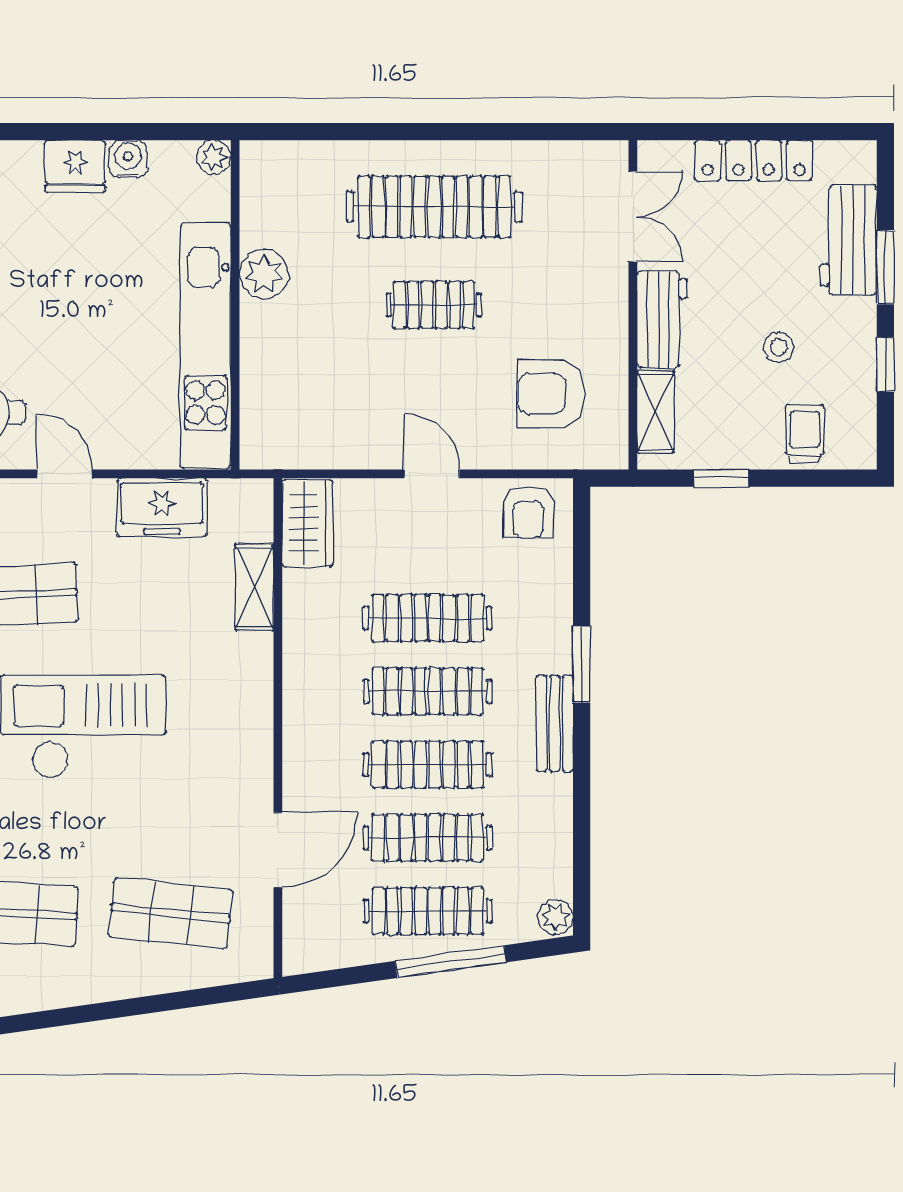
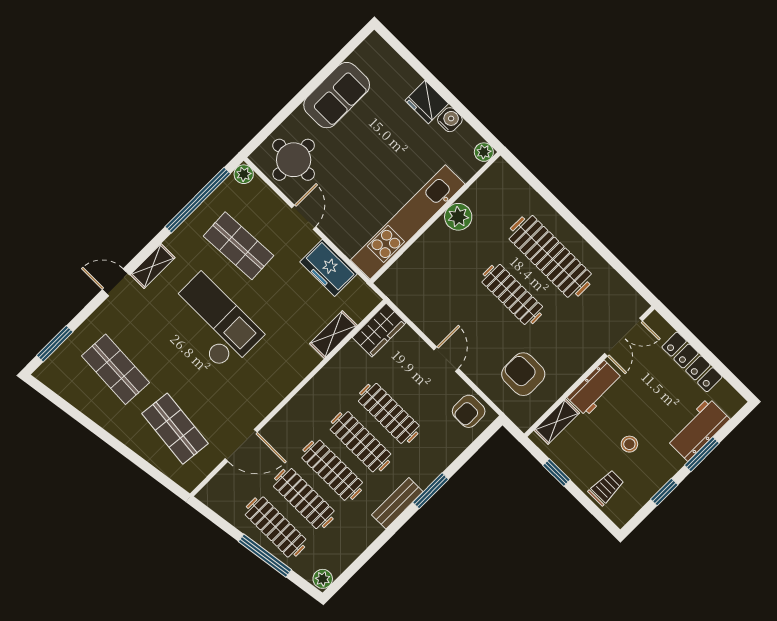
clothes rail: (434, 305) -> (512, 294), width x1.36

